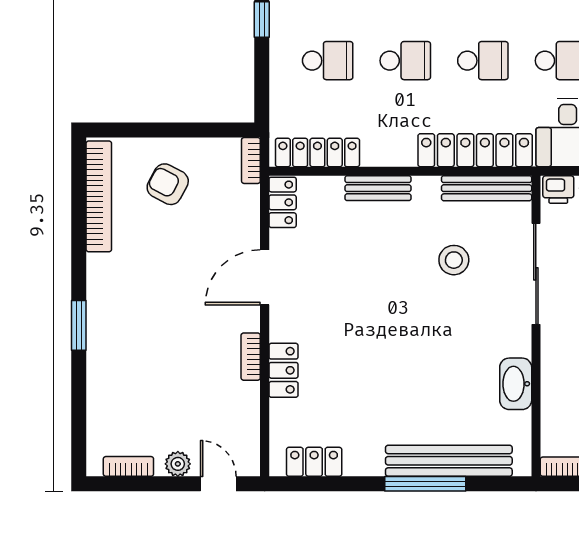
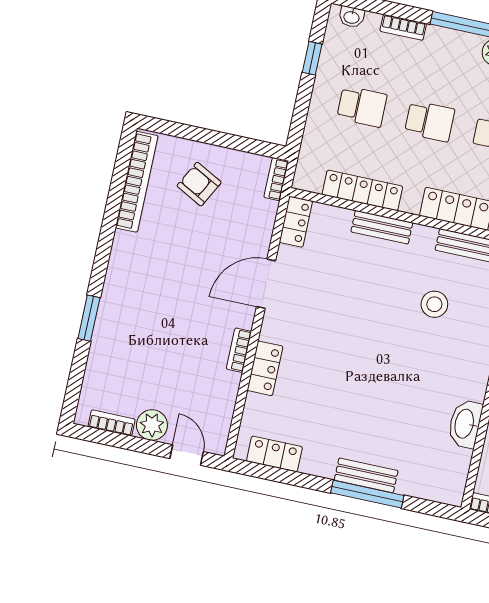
locker: (317, 152) -> (362, 190), moved
window: (79, 325) -> (89, 318), moved
bench: (449, 461) -> (366, 475), width x0.54, depth x0.82
plant: (178, 464) -> (152, 425), width x1.38, depth x1.38

